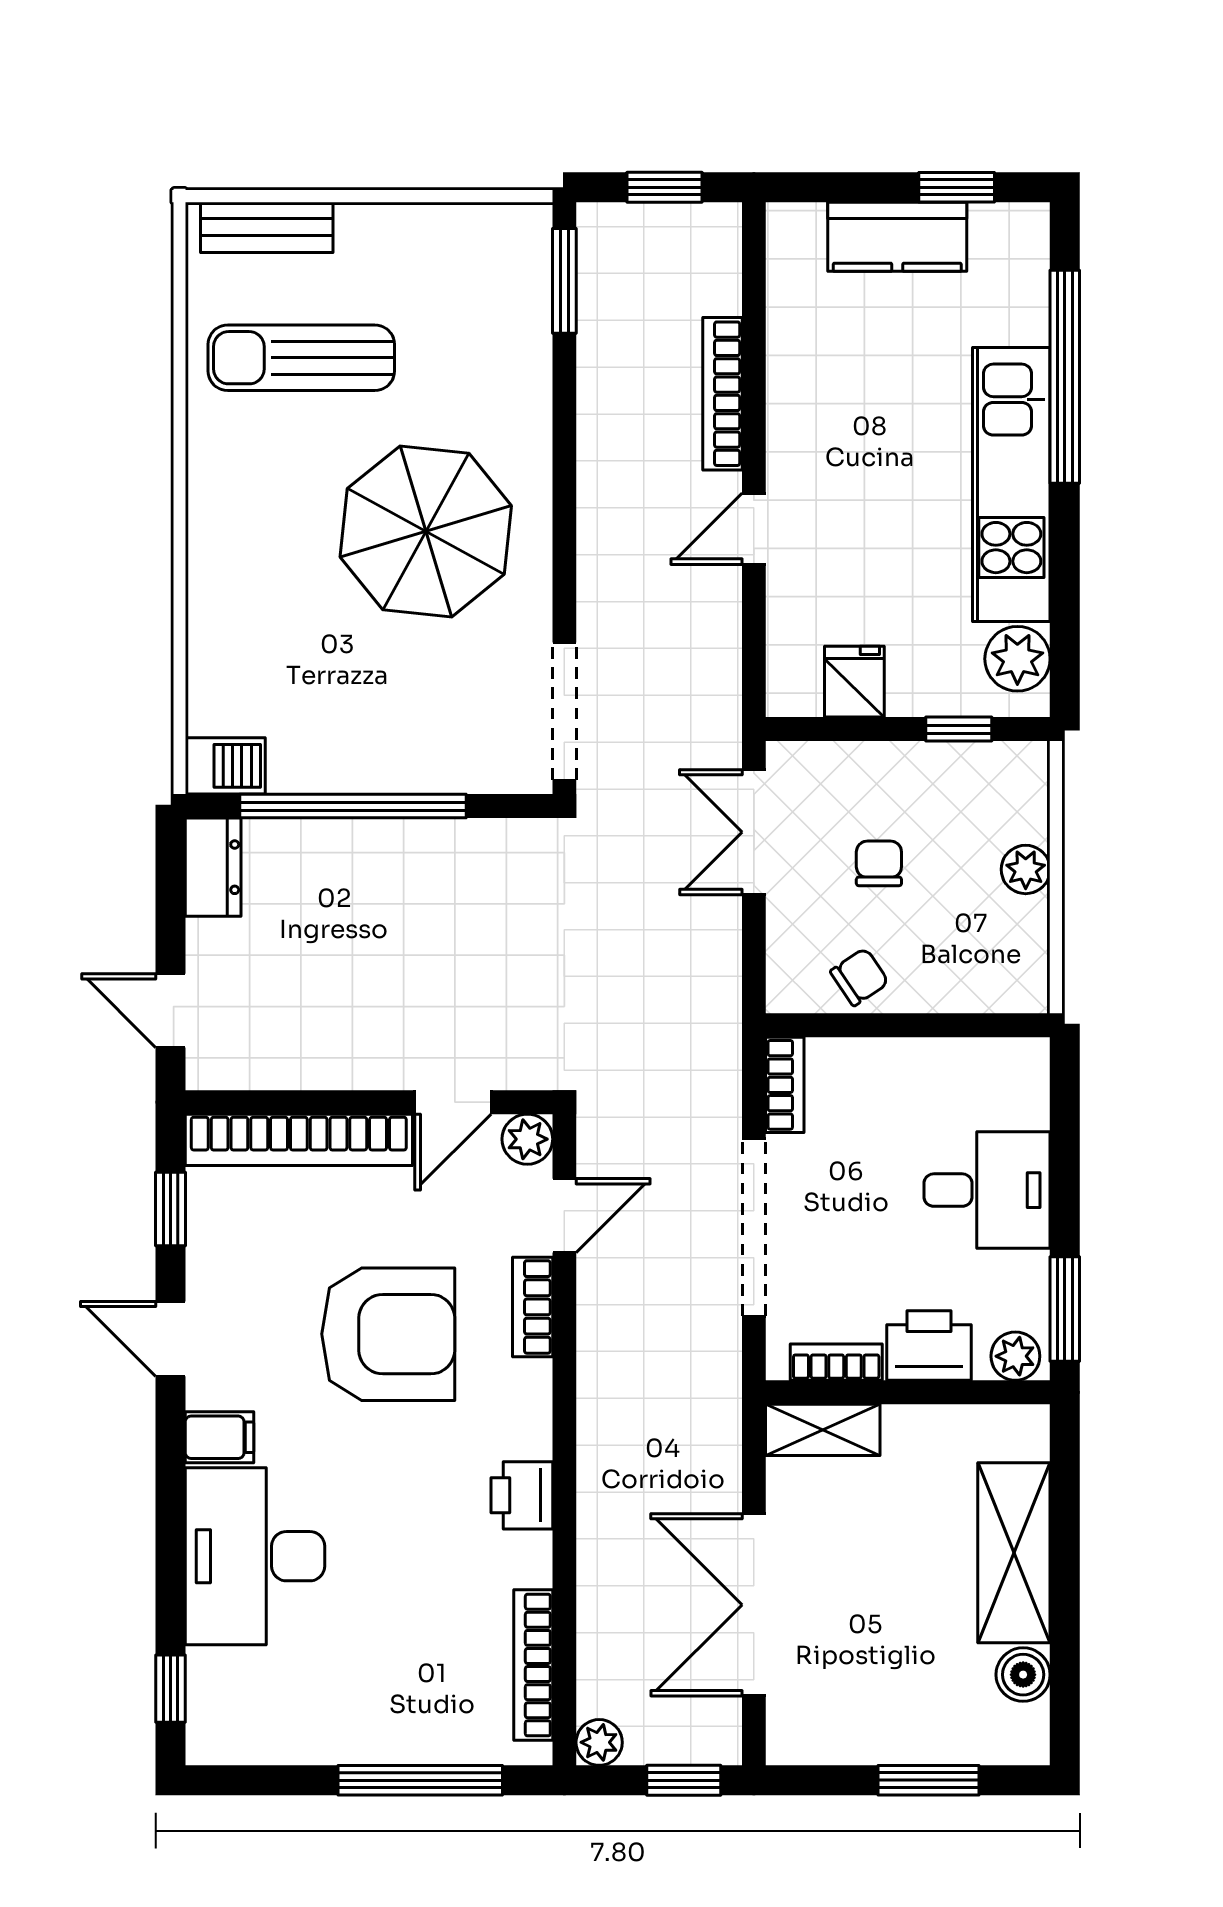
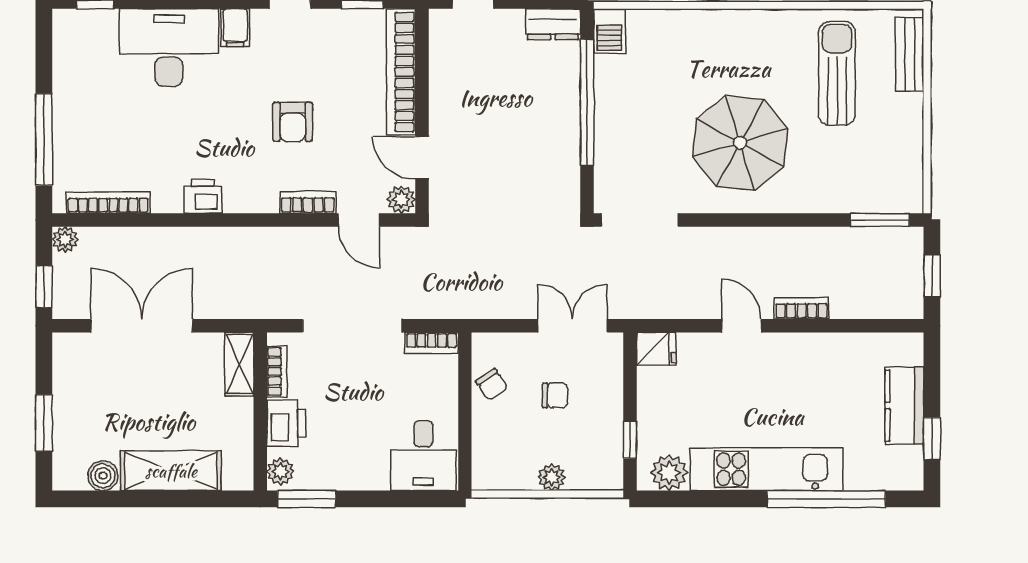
bookcase: (722, 394) -> (802, 308), width x0.64
fridge: (854, 682) -> (656, 349), moved
desk: (987, 1190) -> (423, 456), moved
armchair: (388, 1334) -> (293, 122), width x0.53, depth x0.53

